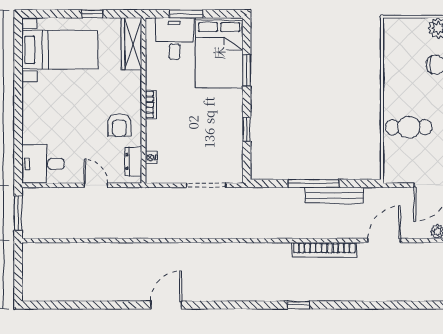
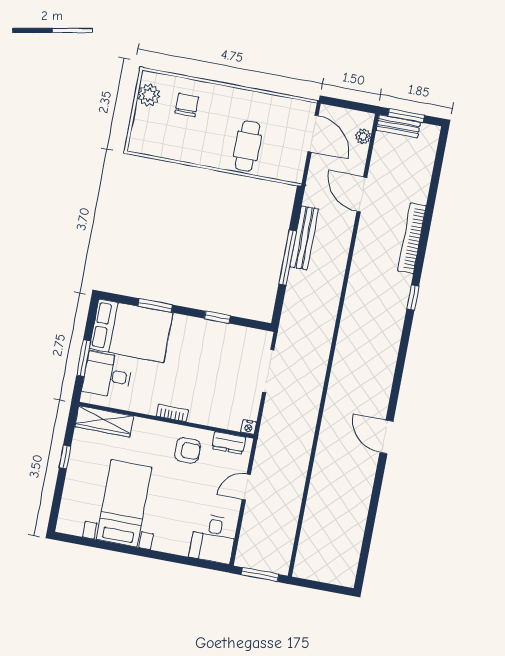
bed with nightstands: (60, 50) -> (124, 503), moved
nightstand: (151, 157) -> (249, 427), moved
bookcase: (324, 250) -> (412, 238), moved, turned 180

